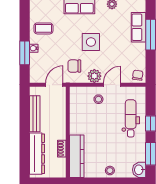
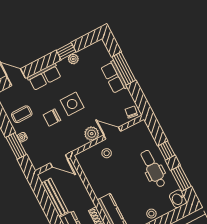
row of seats: (139, 27) -> (114, 77), moved
chair: (74, 66) -> (52, 118), moved
door: (54, 85) -> (59, 161), swing flipped
door: (112, 85) -> (112, 133), hinge flipped
dental chair: (131, 118) -> (153, 169), moved

